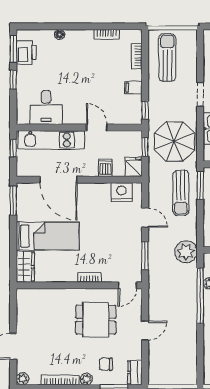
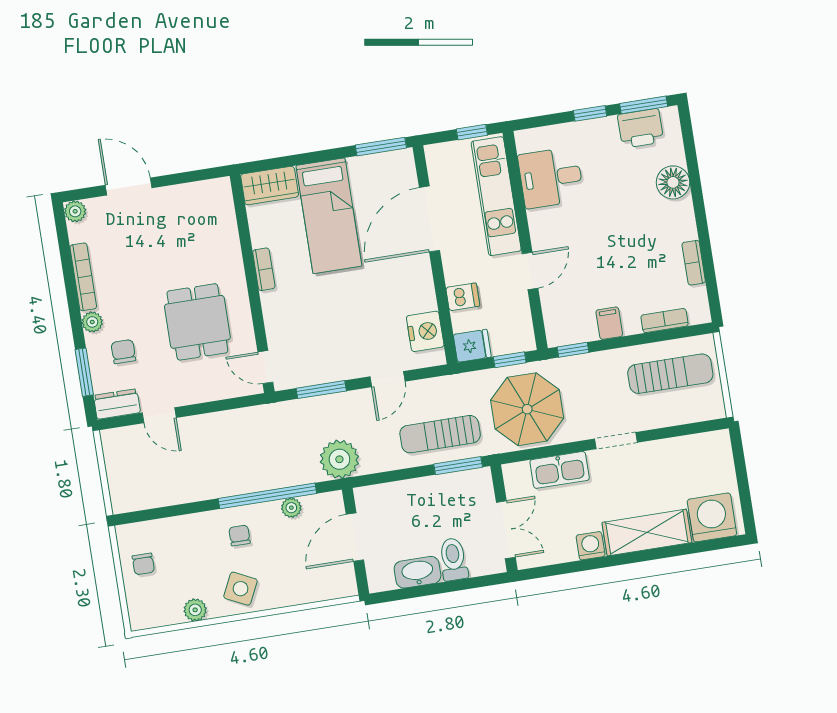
floor lamp: (60, 35) -> (673, 182), width x1.89, depth x1.89
bookcase: (90, 278) -> (264, 269), moved
door: (145, 331) -> (159, 415), moved

